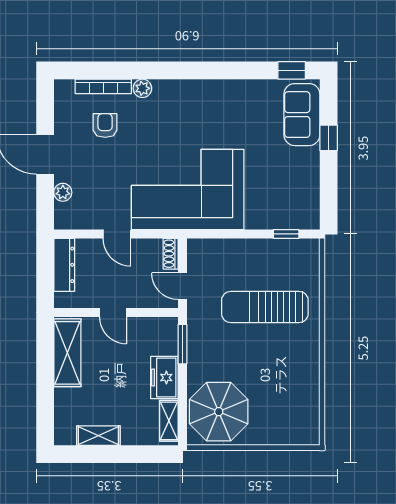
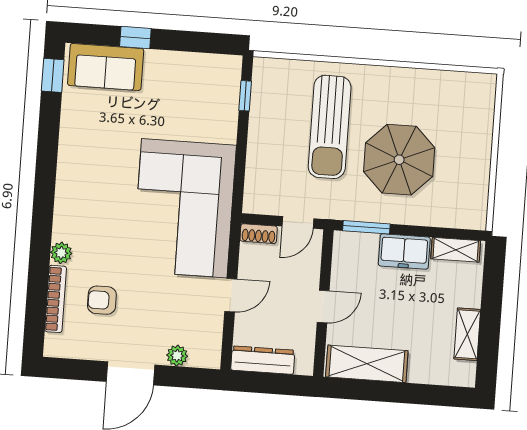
parasol: (219, 412) -> (399, 160), moved

